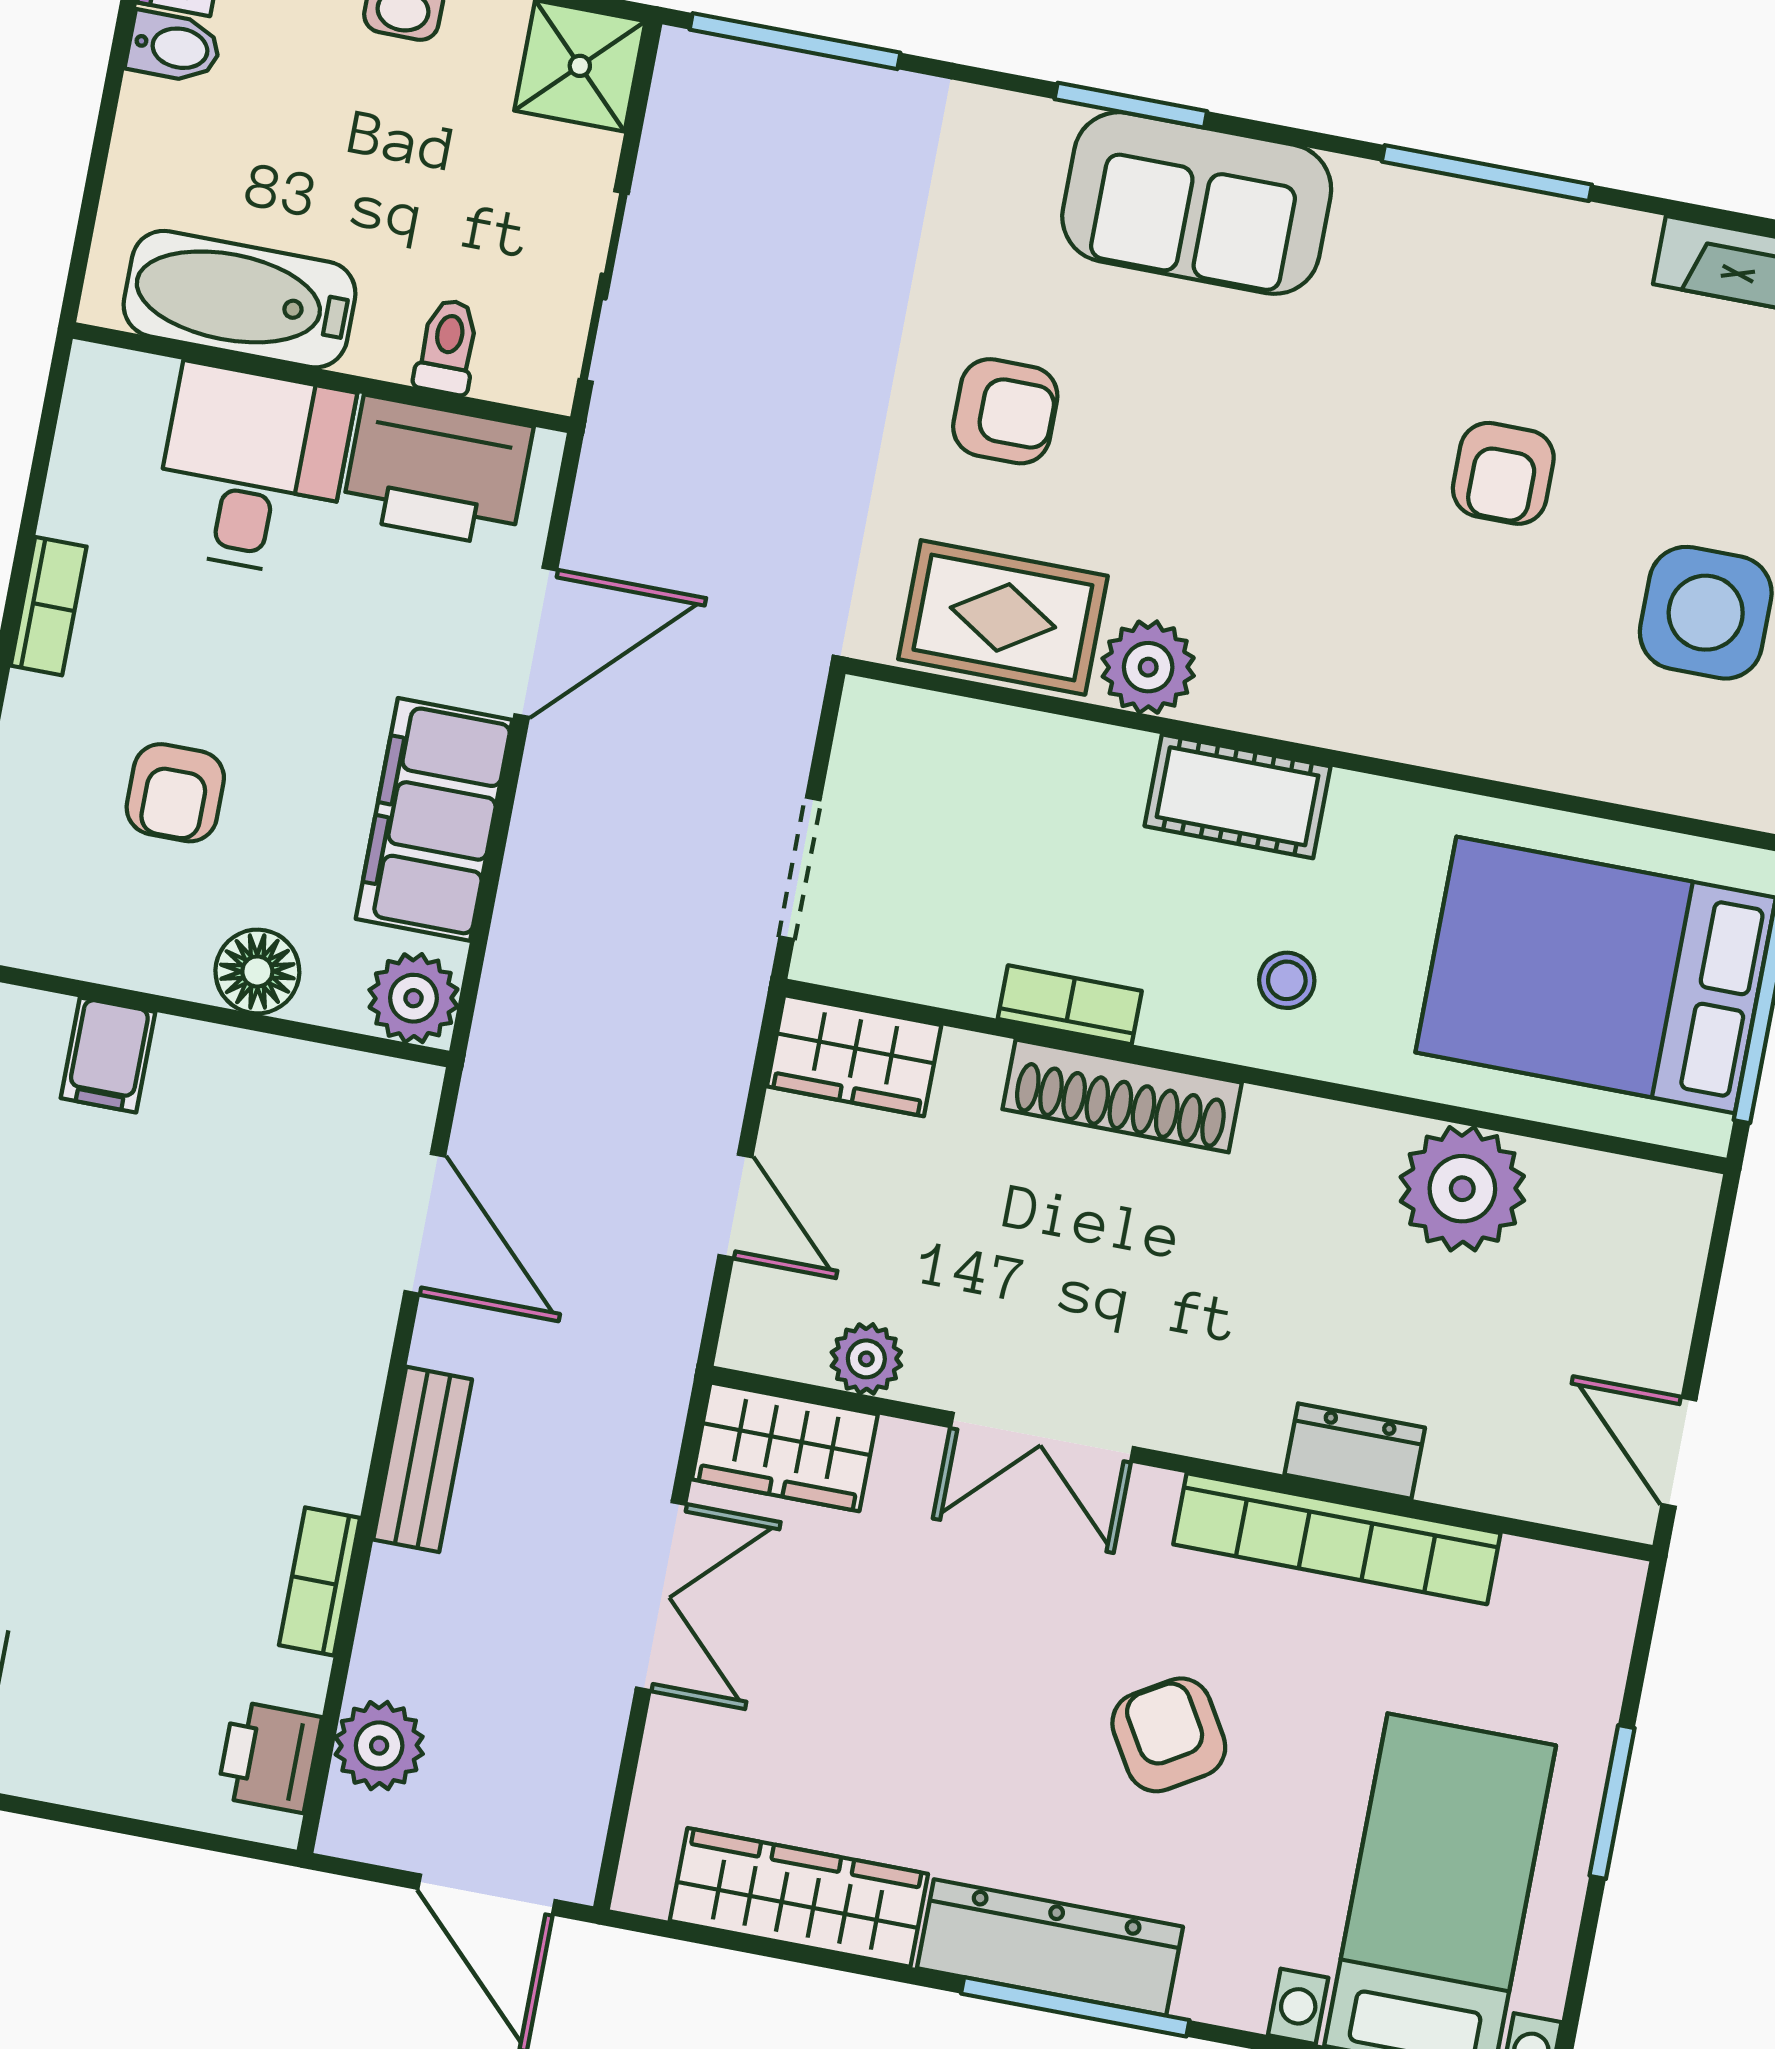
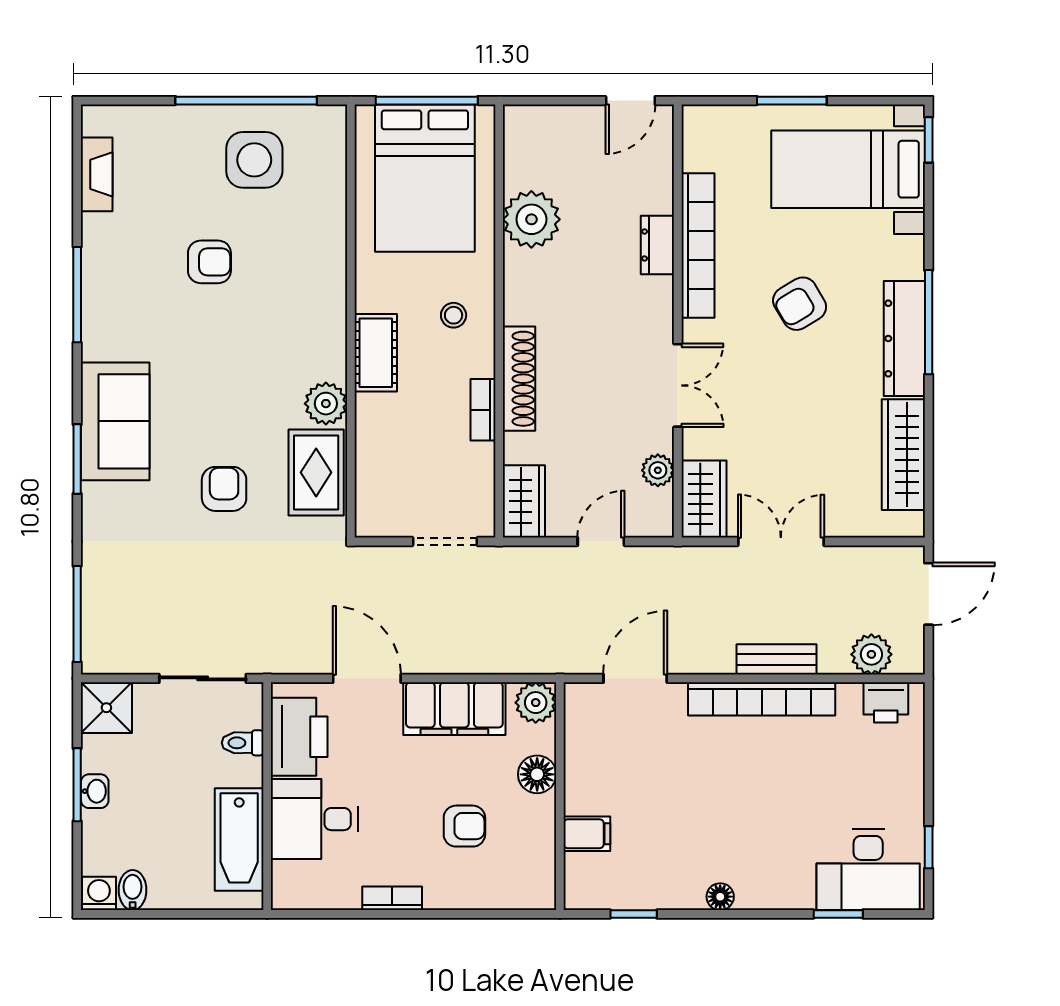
bench: (423, 1459) -> (777, 659), moved
bookcase: (319, 1581) -> (762, 699), width x2.31, depth x1.31

